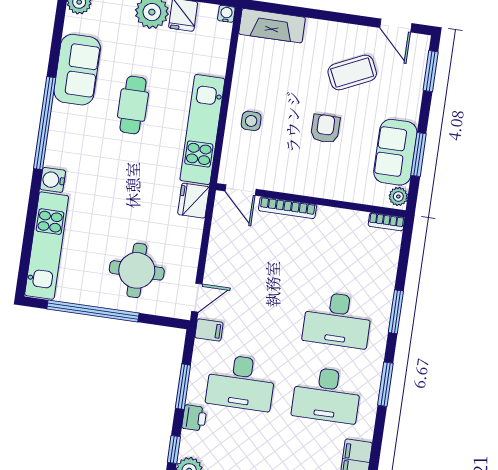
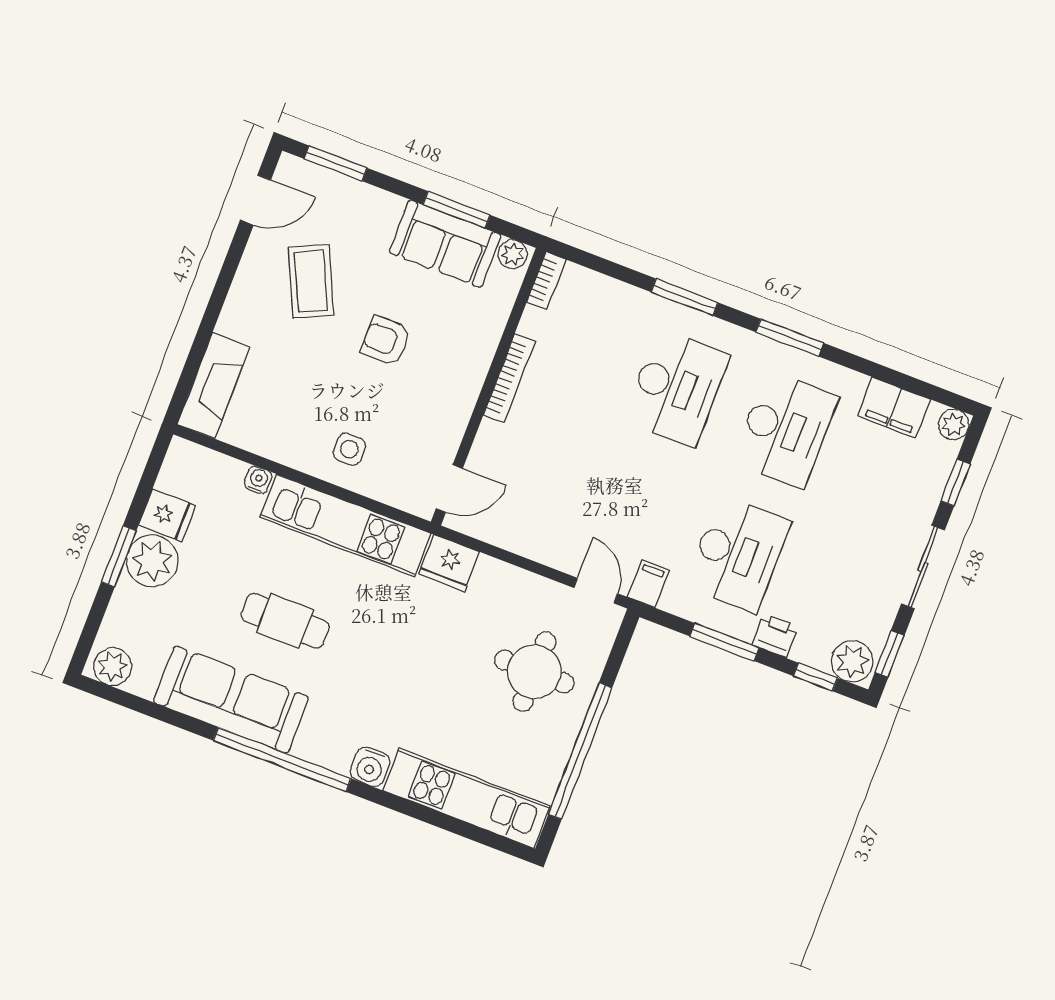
water cooler: (226, 14) -> (258, 480), moved, turned 90
sofa: (77, 70) -> (231, 699), width x1.36
bookcase: (287, 208) -> (509, 378), moved

